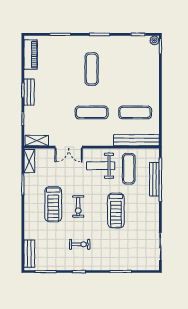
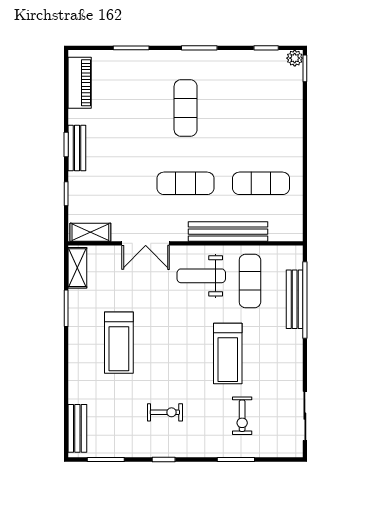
bench: (136, 140) -> (228, 232), moved
exercise bike: (78, 206) -> (242, 416), moved

